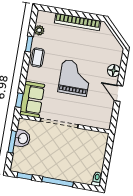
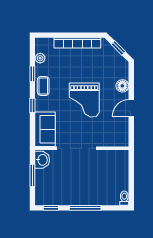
window: (116, 33) -> (118, 48), added
grand piano: (75, 78) -> (84, 100), turned 180
door: (119, 93) -> (131, 108), hinge flipped
window: (19, 100) -> (32, 105), moved
washbasin: (23, 138) -> (42, 160), moved

